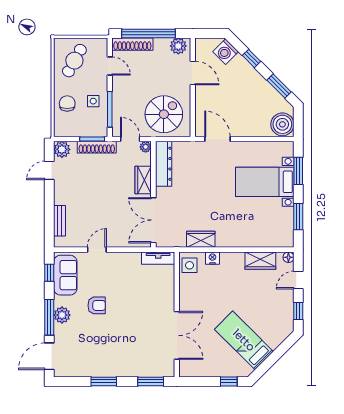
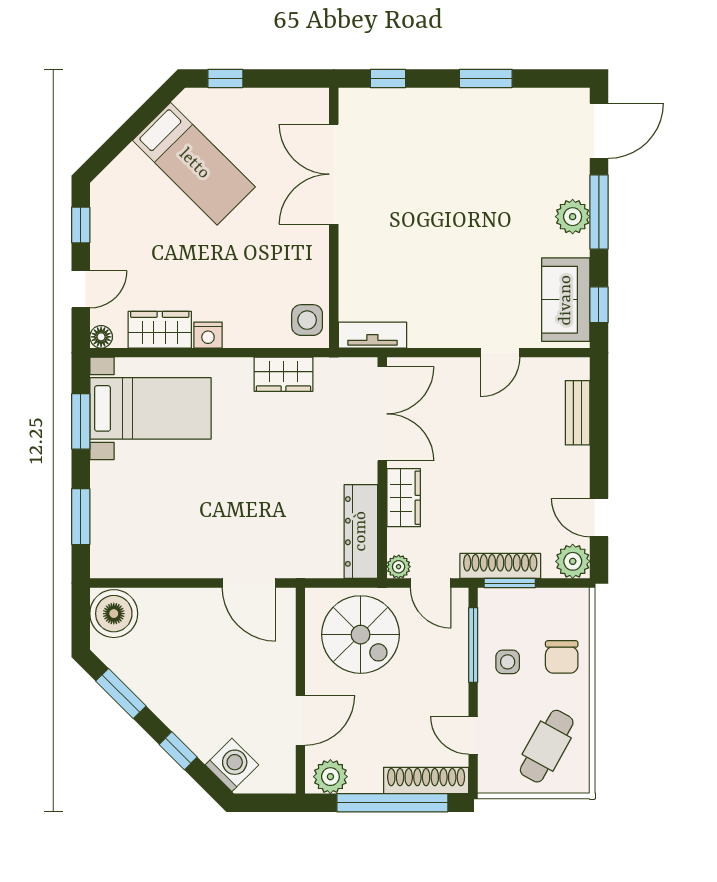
door: (193, 73) -> (300, 720), swing flipped
spiral stairs: (164, 114) -> (361, 635), turned -90
door: (49, 170) -> (599, 518), swing flipped
bed with nightstands: (265, 182) -> (150, 408), moved
nightstand: (212, 258) -> (208, 335), moved
armchair: (97, 305) -> (500, 237), removed
window: (151, 381) -> (388, 78), width x0.67

